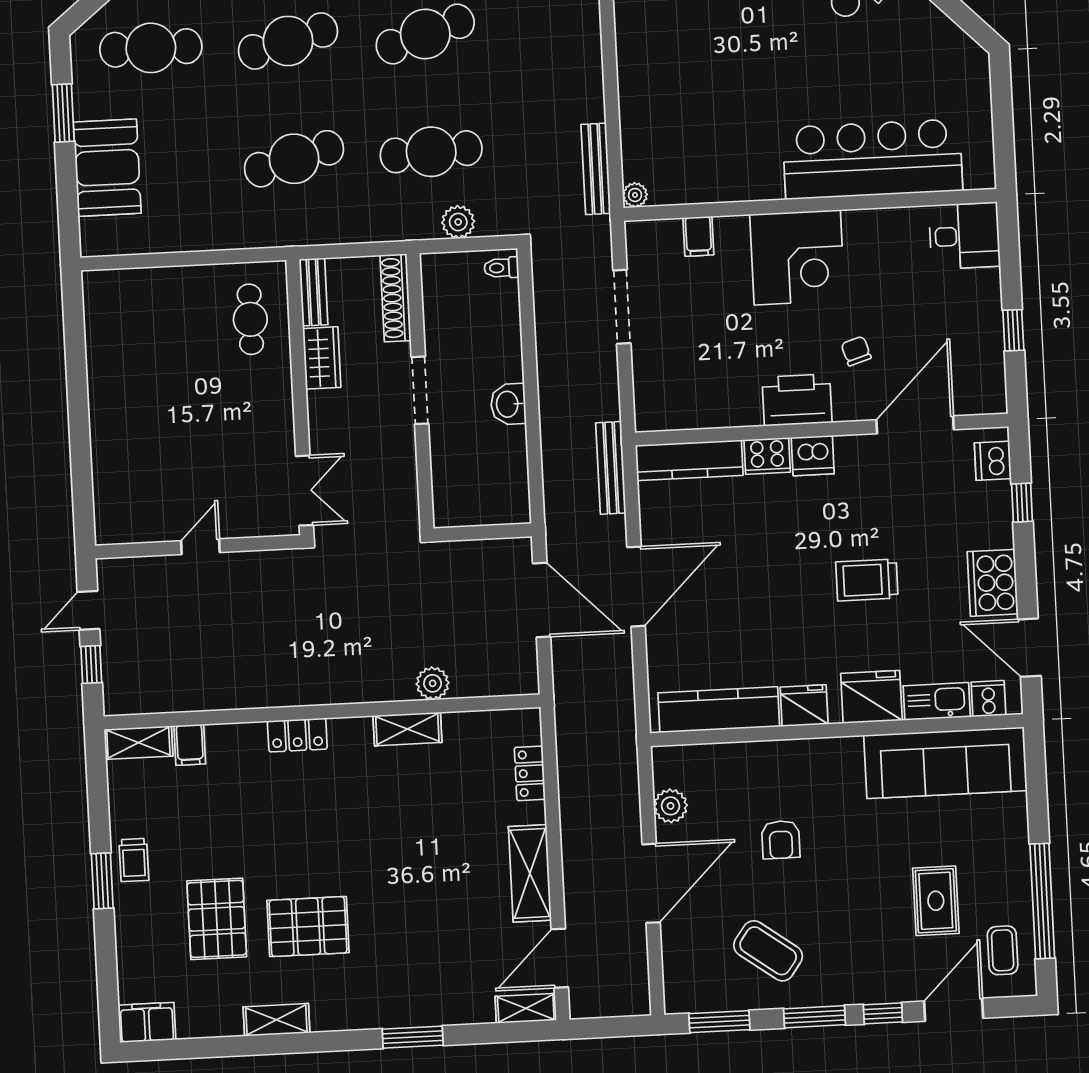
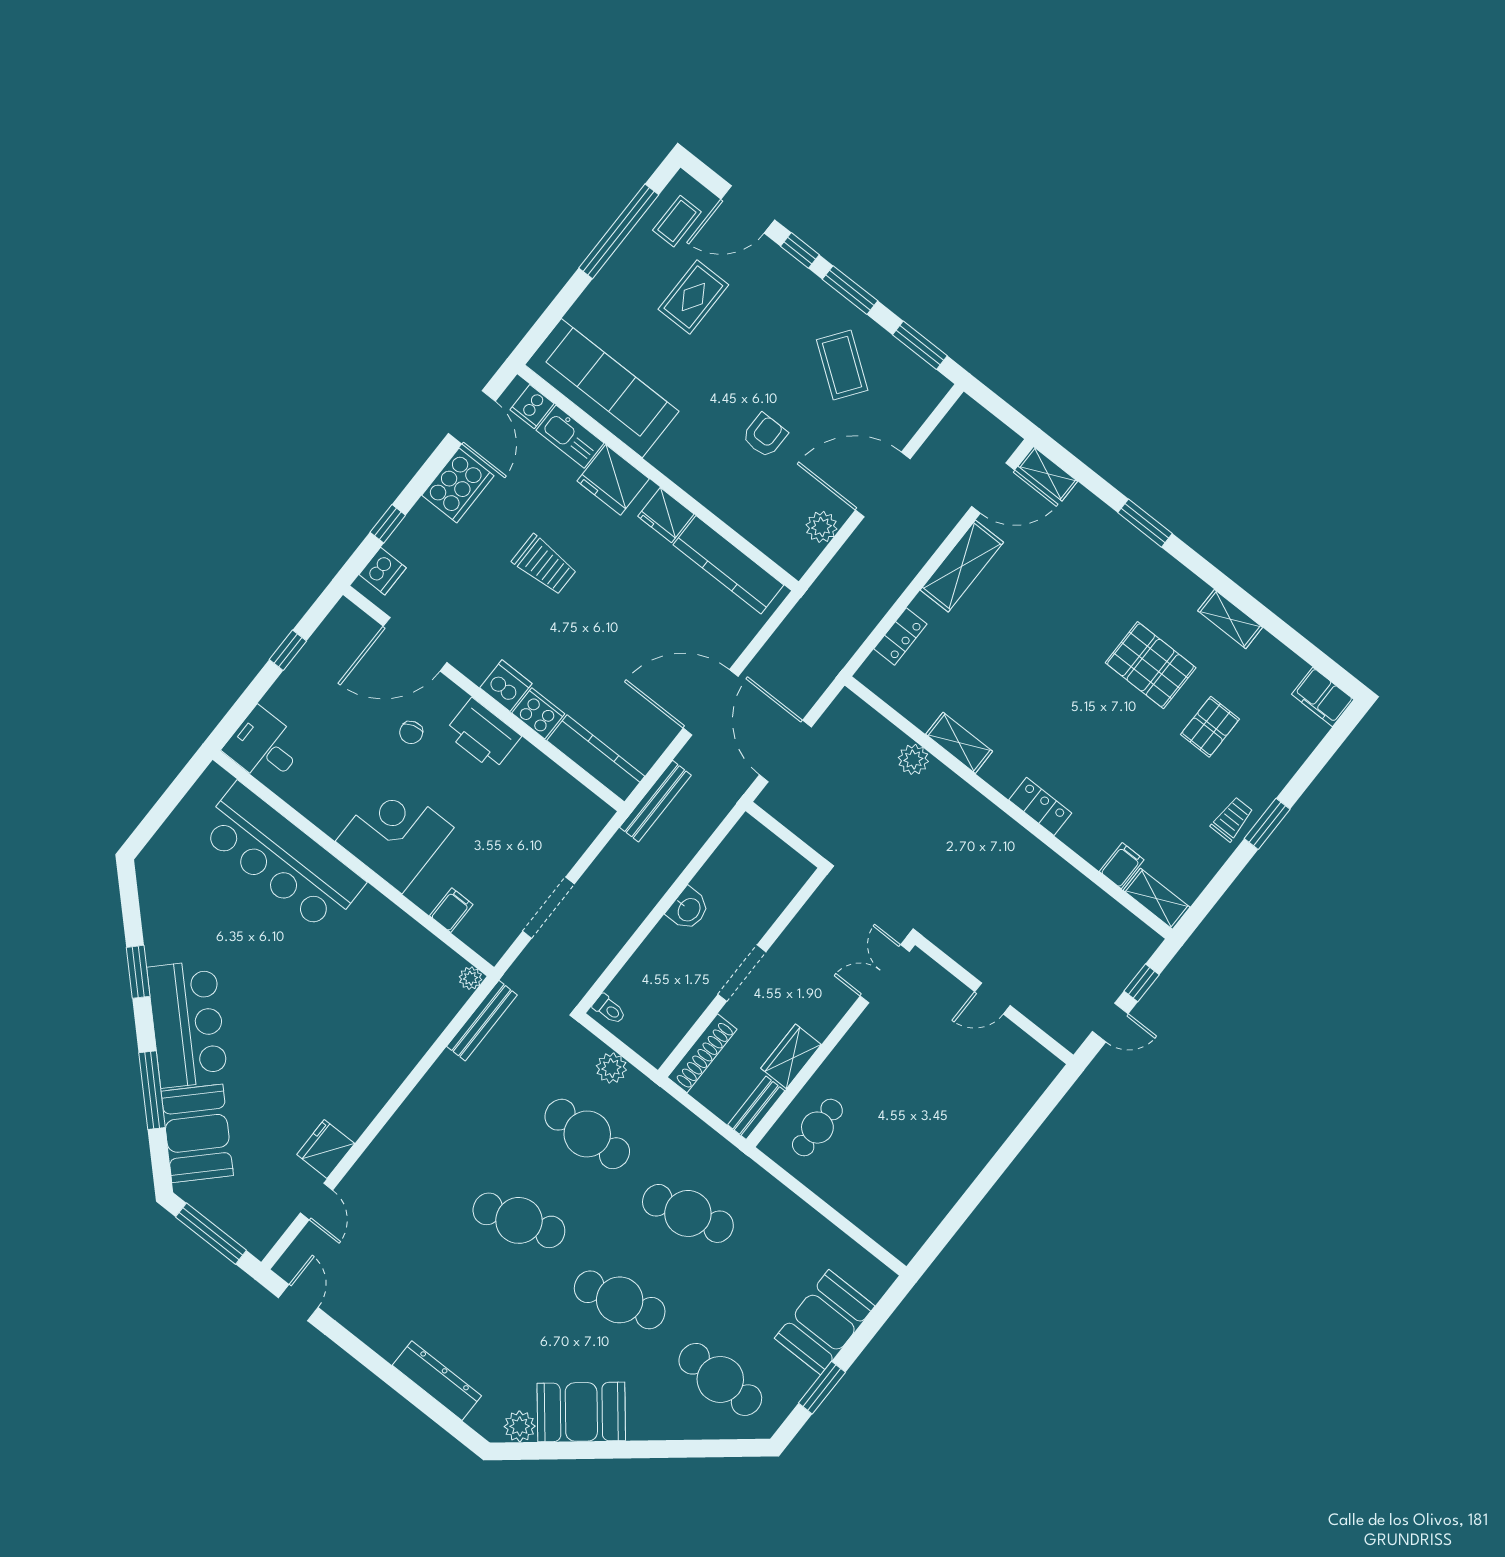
pallet: (217, 919) -> (1210, 727), width x0.67, depth x0.71

